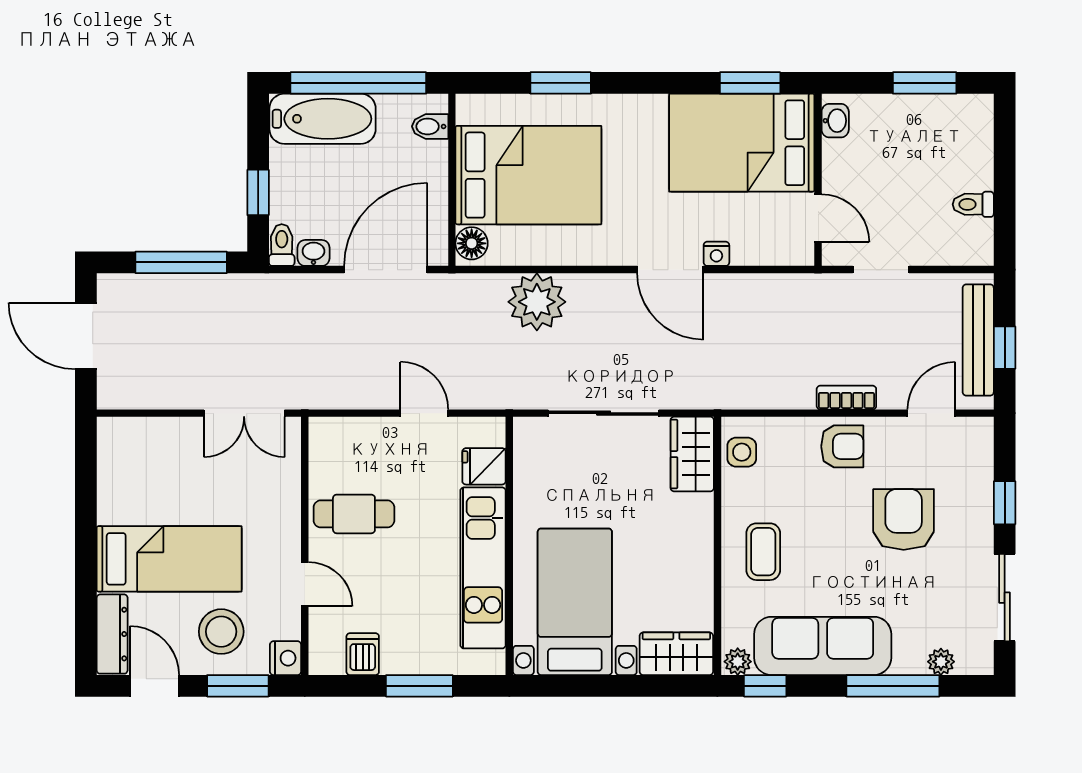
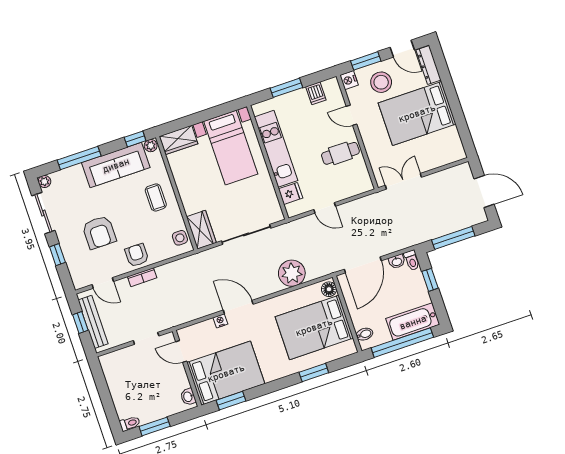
toilet: (973, 204) -> (130, 423), moved
door: (931, 413) -> (103, 283), hinge flipped
armchair: (842, 446) -> (137, 255), turned 90
bed: (169, 559) -> (417, 113), width x1.50
plant: (941, 662) -> (44, 181), moved

